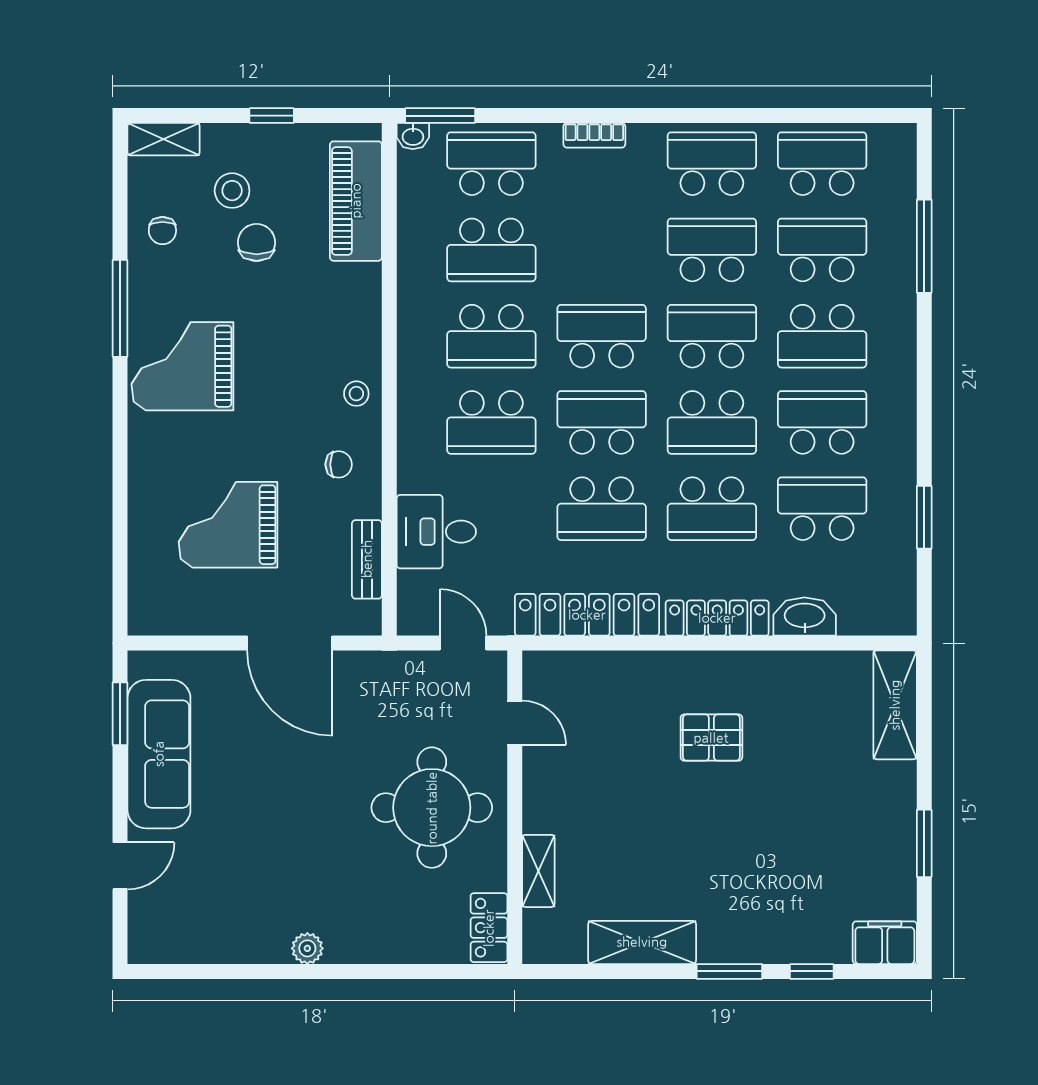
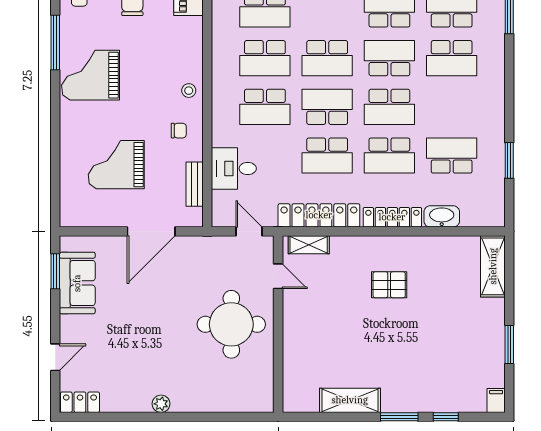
school desk: (602, 336) -> (327, 58), turned 180
school desk: (822, 422) -> (452, 107), removed
door: (290, 643) -> (151, 231), hinge flipped
sofa: (159, 754) -> (77, 283), width x0.73
shelving: (538, 871) -> (309, 245), moved, turned 90
locker: (489, 928) -> (80, 402), moved, turned 90
filing cabinet: (885, 943) -> (496, 401), width x0.50

